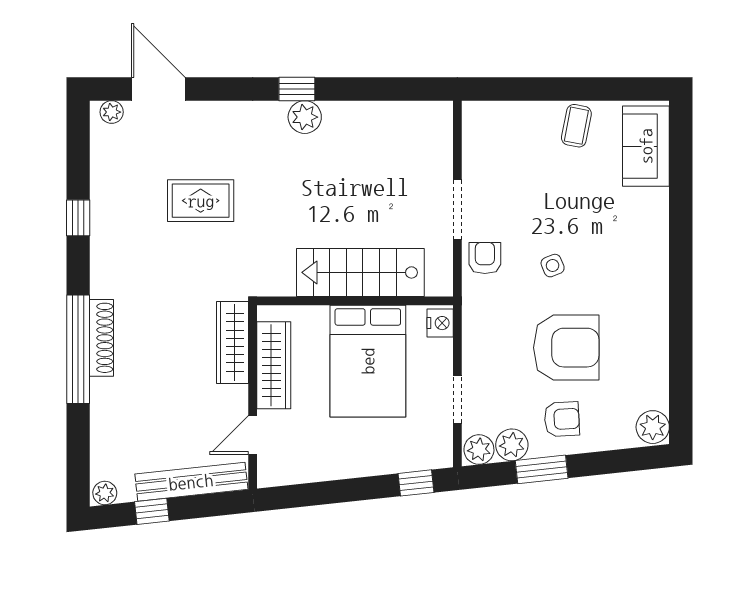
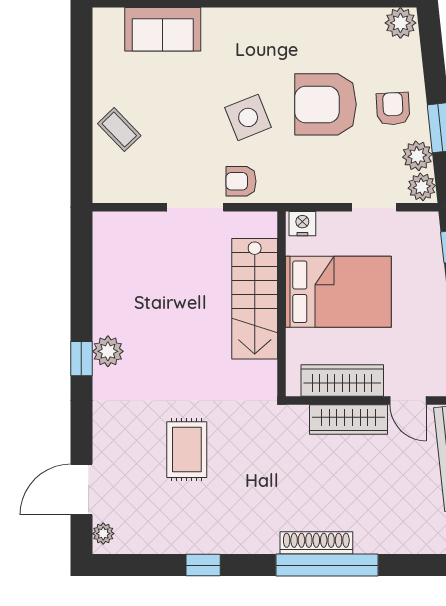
coffee table: (576, 126) -> (119, 130), moved, turned 35
sofa: (646, 146) -> (163, 29), moved
side table: (553, 266) -> (248, 117), width x1.87, depth x1.87
wardrobe: (232, 342) -> (348, 420), moved
armchair: (566, 348) -> (325, 104), turned -90

